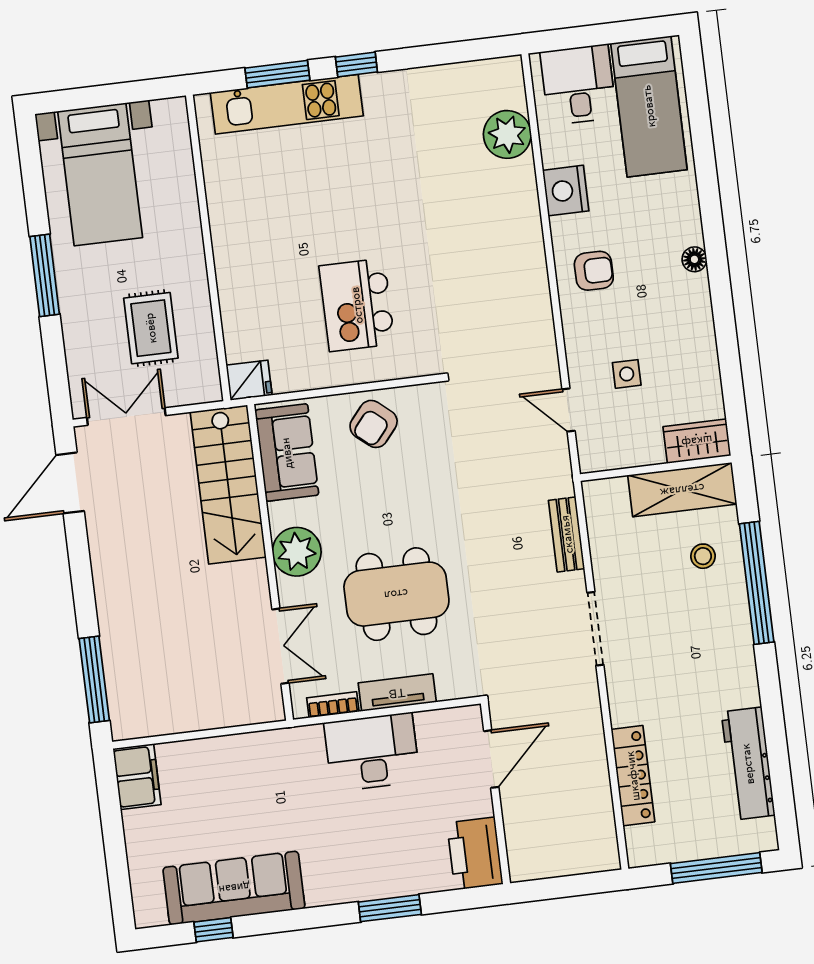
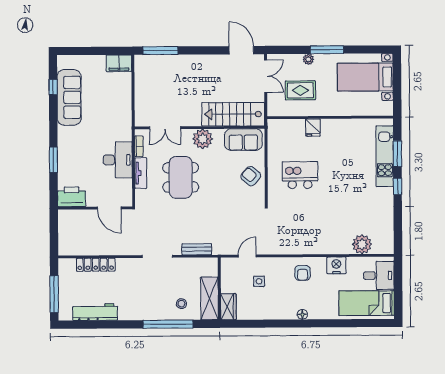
plant: (73, 318) -> (308, 59), added
fridge: (249, 380) -> (313, 128), moved

